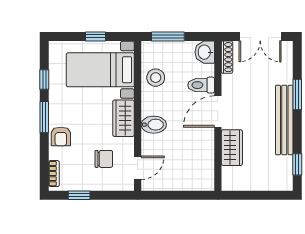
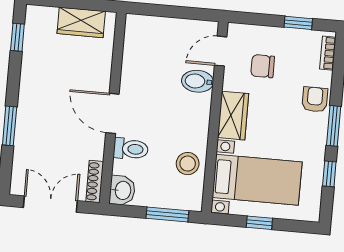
door: (218, 112) -> (112, 113), swing flipped
bench: (284, 120) -> (29, 95), removed
bidet: (154, 125) -> (198, 81), moved
wardrobe: (232, 148) -> (81, 22), moved, turned -90

